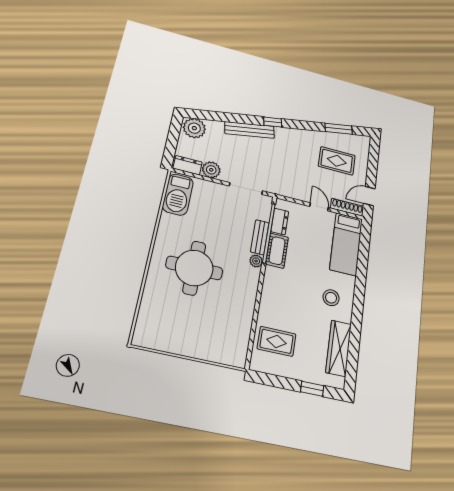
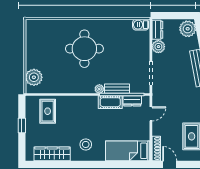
barbecue: (178, 195) -> (141, 25), width x0.53, depth x0.65
door: (319, 207) -> (151, 114), moved
plant: (223, 351) -> (34, 77), added
window: (312, 389) -> (22, 125), moved

